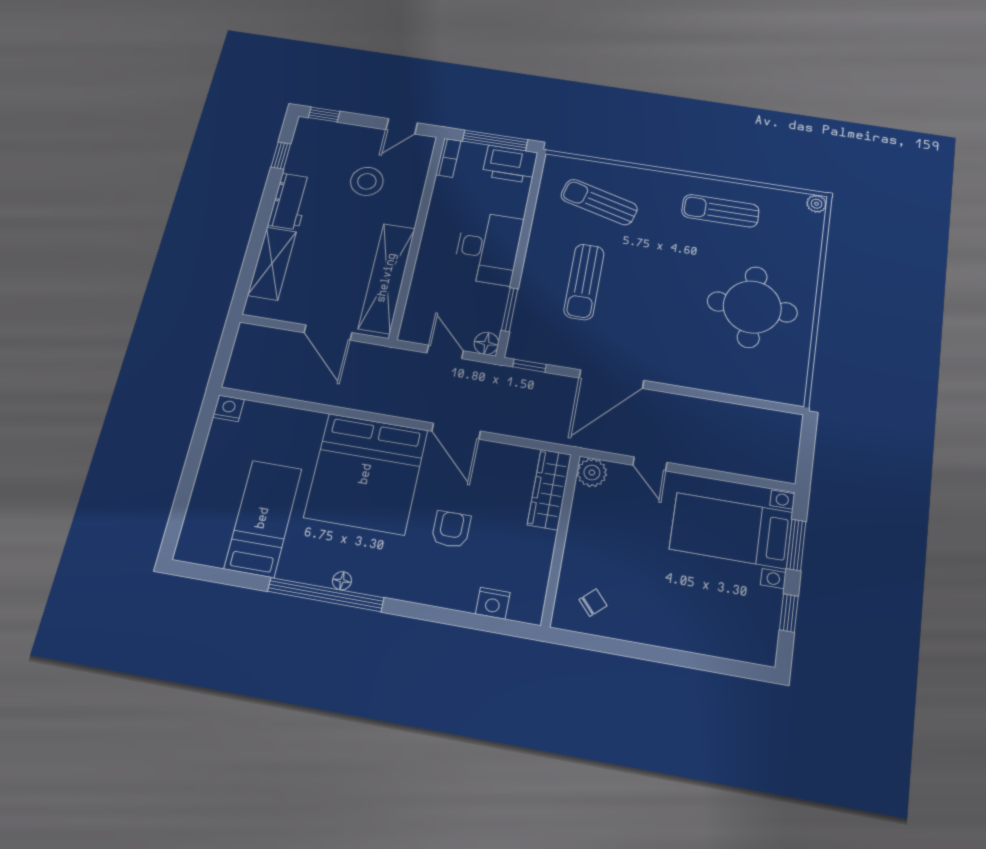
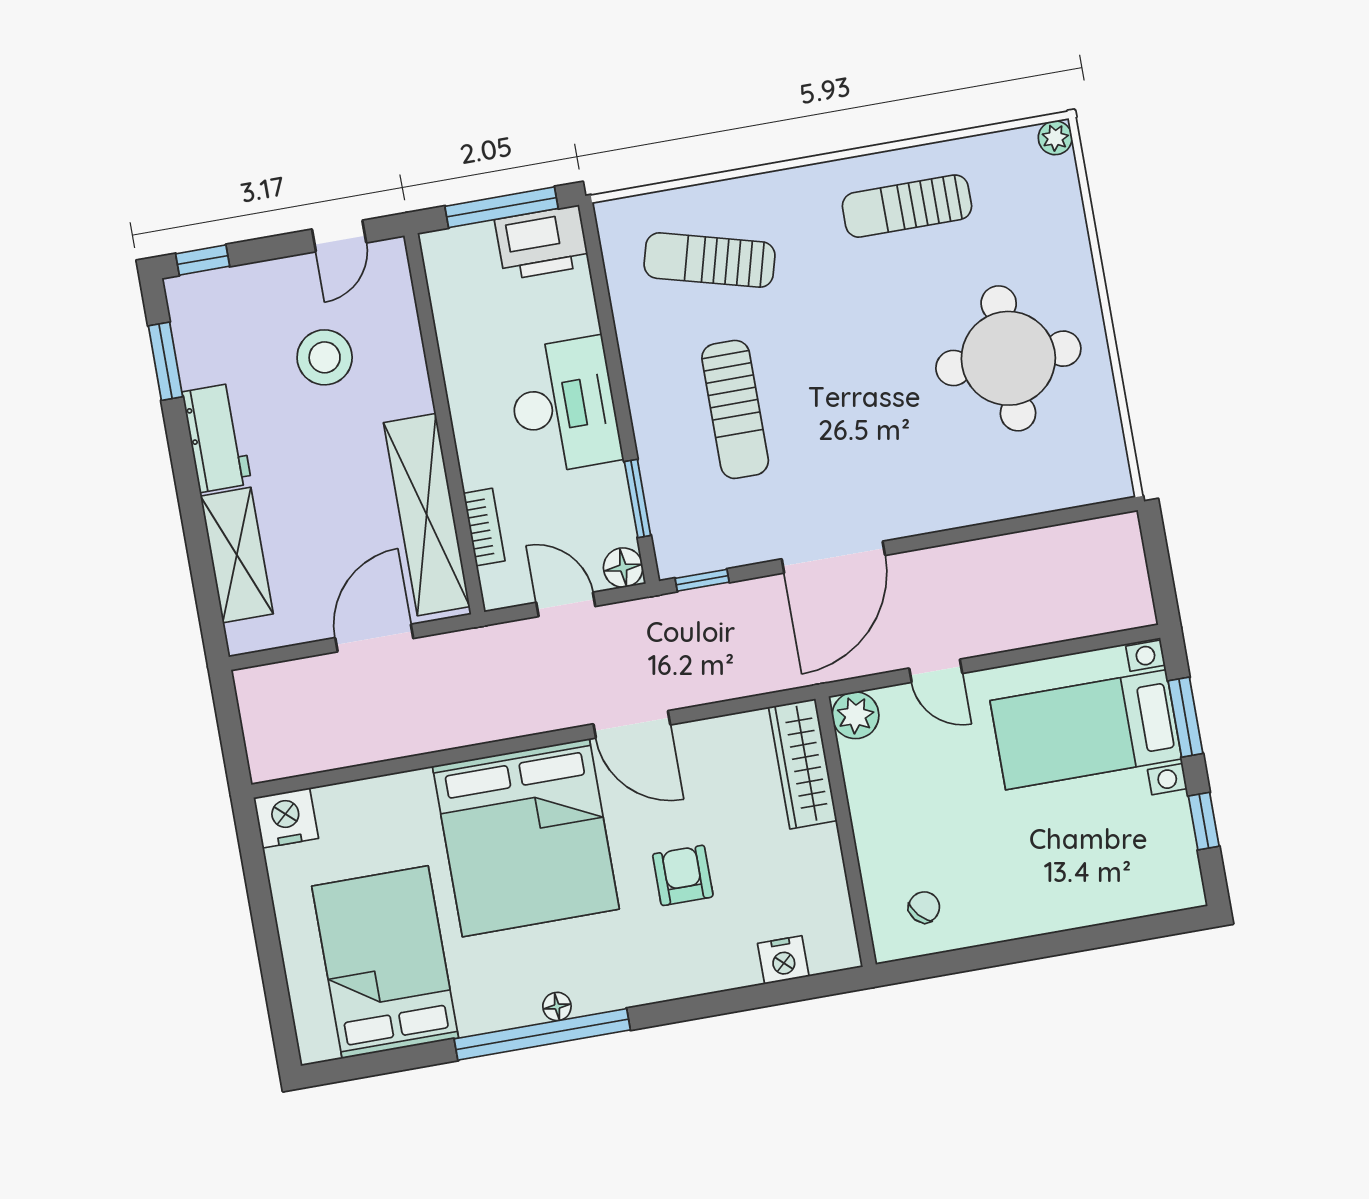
window: (281, 156) -> (165, 361), width x1.50
bookcase: (448, 158) -> (484, 527), moved
door: (328, 333) -> (374, 638), swing flipped
nightstand: (228, 408) -> (286, 818), width x1.36, depth x1.33
bed: (263, 518) -> (385, 962), width x1.50

